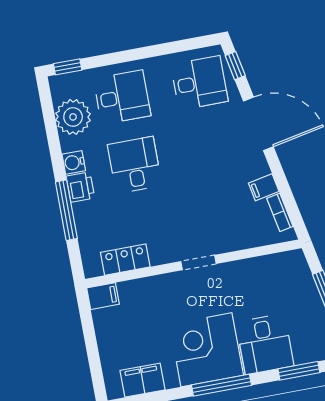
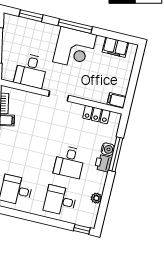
plant: (73, 117) -> (96, 198), width x0.53, depth x0.53
water cooler: (74, 162) -> (108, 149), moved
desk: (265, 344) -> (31, 71), moved, turned 180

